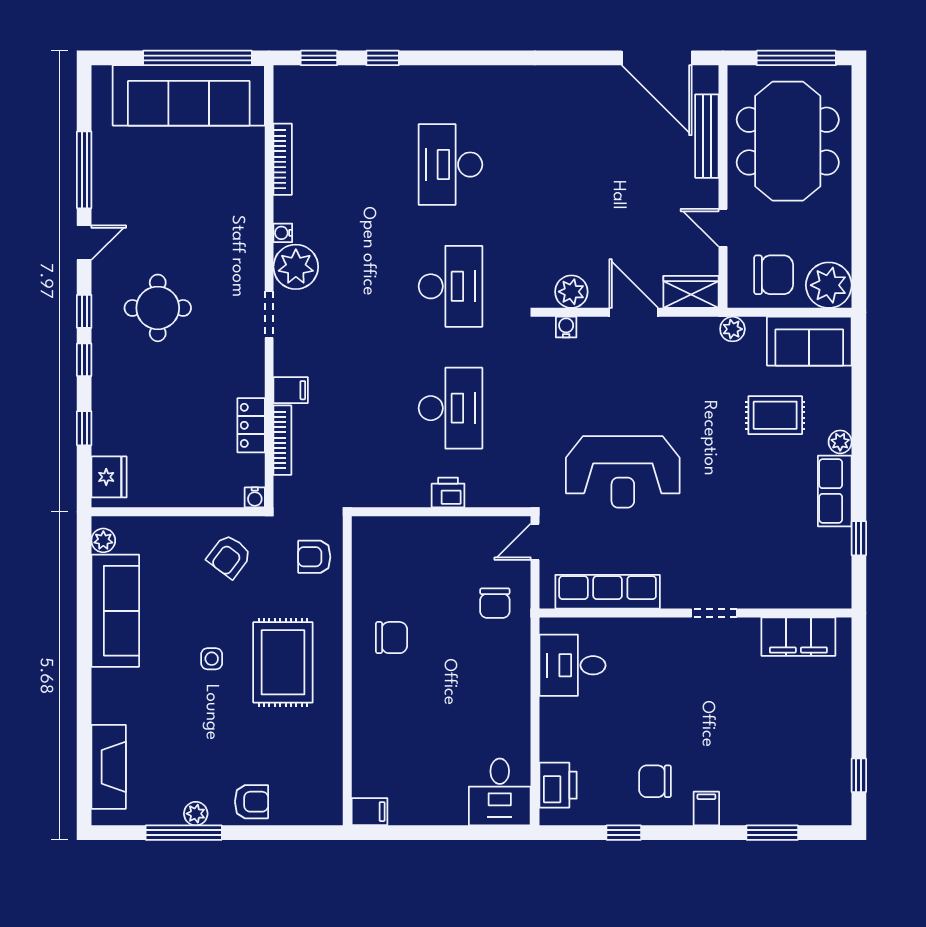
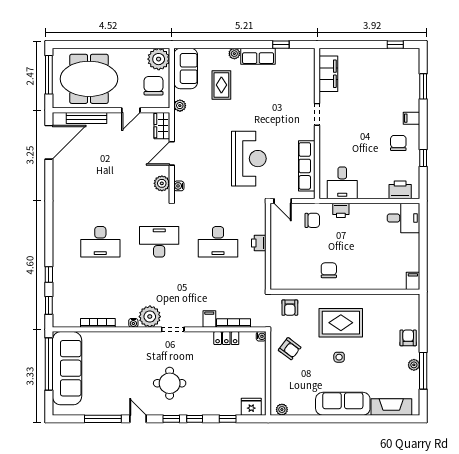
desk: (450, 408) -> (218, 242), turned 180
sofa: (115, 611) -> (343, 404), moved
printer: (516, 663) -> (341, 210), added
chair: (655, 781) -> (398, 143), turned 180

